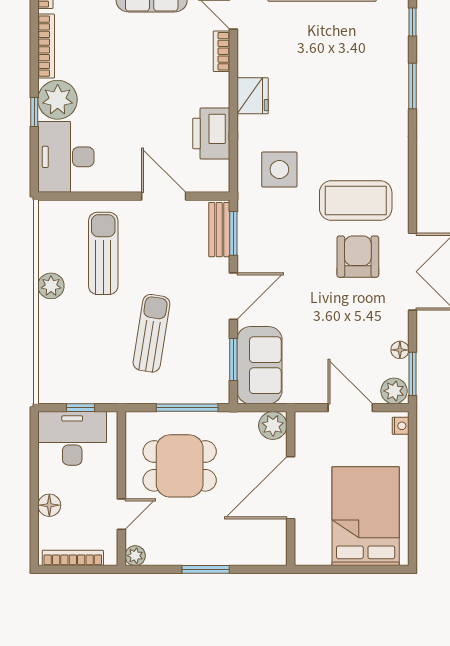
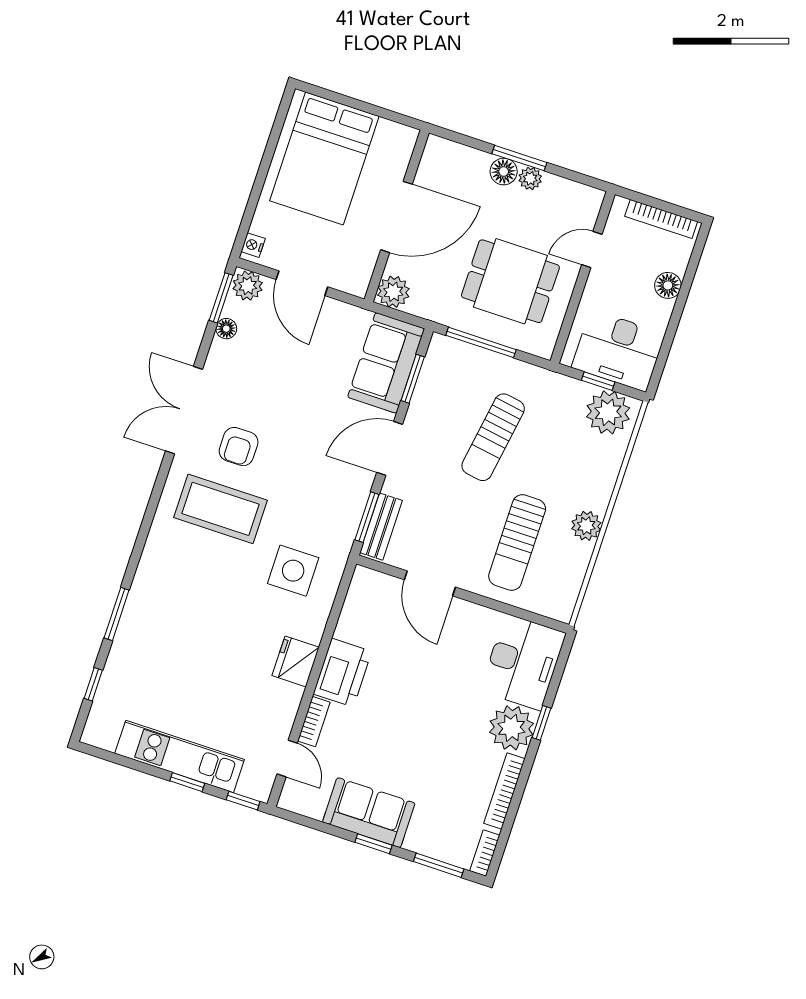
printer: (211, 133) -> (342, 673), moved
armchair: (358, 257) -> (239, 447), width x0.72, depth x0.72
plant: (64, 385) -> (608, 412), added
floor lamp: (215, 554) -> (504, 172), added
plant: (135, 556) -> (530, 178), moved

